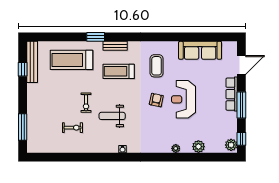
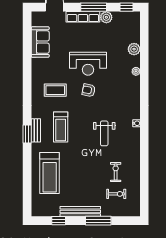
window: (96, 37) -> (27, 134), moved
sofa: (200, 50) -> (40, 42), width x0.73
bench: (32, 62) -> (80, 211), moved
exercise bike: (86, 103) -> (116, 194), moved
window: (23, 127) -> (98, 221), moved
plant: (231, 145) -> (106, 17), moved

